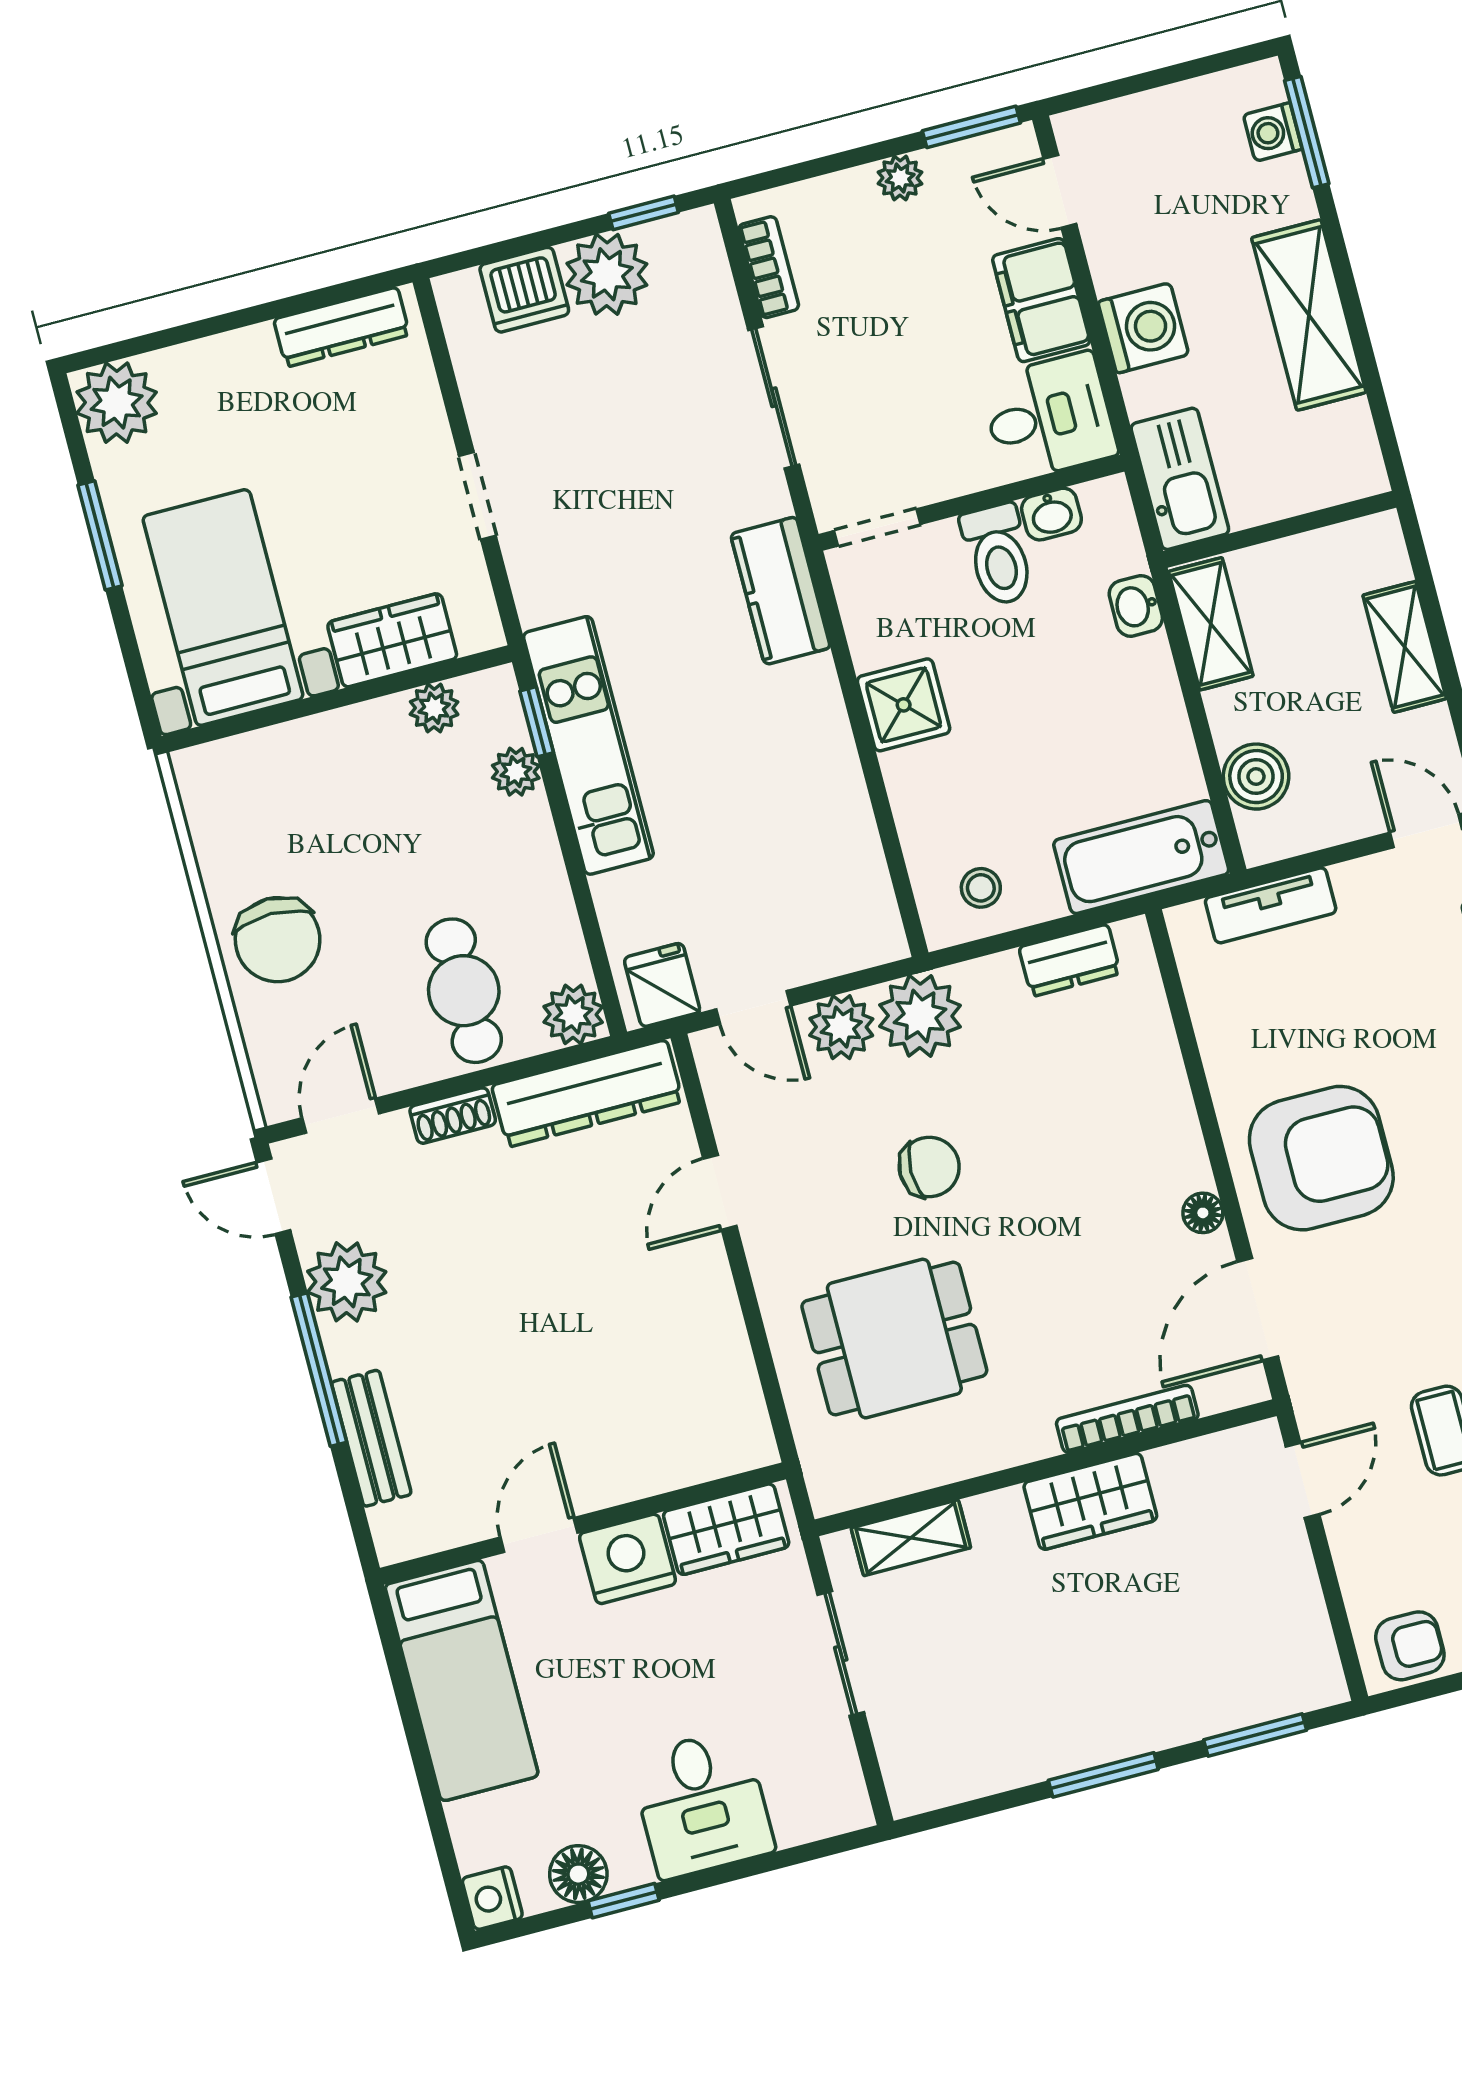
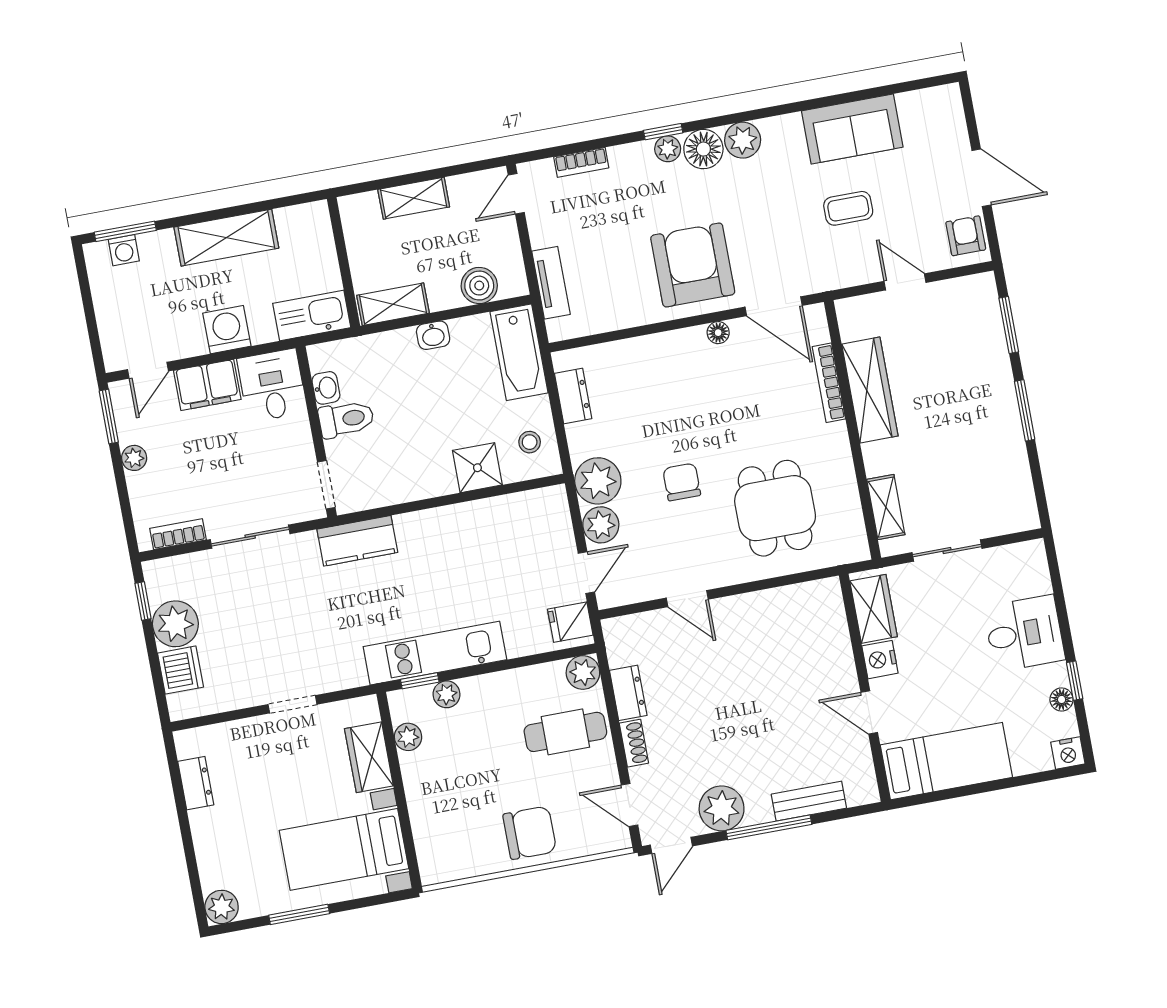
dresser: (342, 327) -> (196, 783), width x0.70
plant: (117, 403) -> (222, 907), width x0.73, depth x0.73
washbasin: (1136, 606) -> (433, 335), moved
shower: (904, 705) -> (477, 468), moved
dresser: (587, 1093) -> (628, 693), width x0.51, depth x0.80
door: (1303, 1480) -> (905, 282), moved
wardrobe: (1090, 1501) -> (870, 390), width x1.50
nightstand: (628, 1559) -> (880, 660), width x0.74, depth x0.75
floor lamp: (578, 1874) -> (1062, 699), width x0.73, depth x0.73

